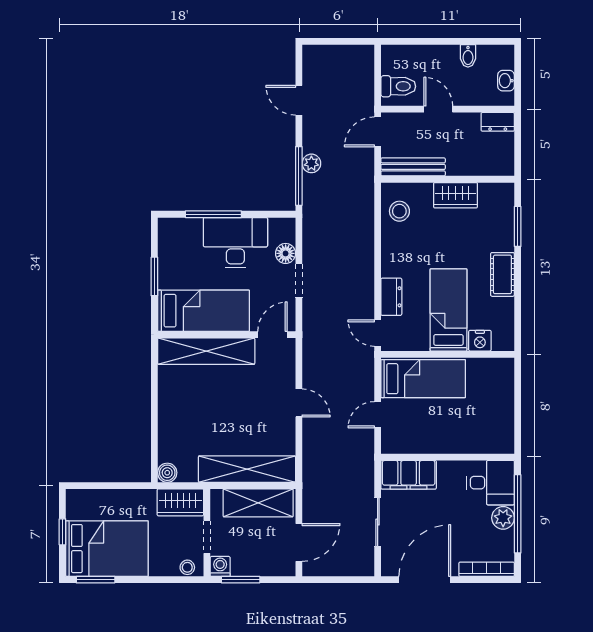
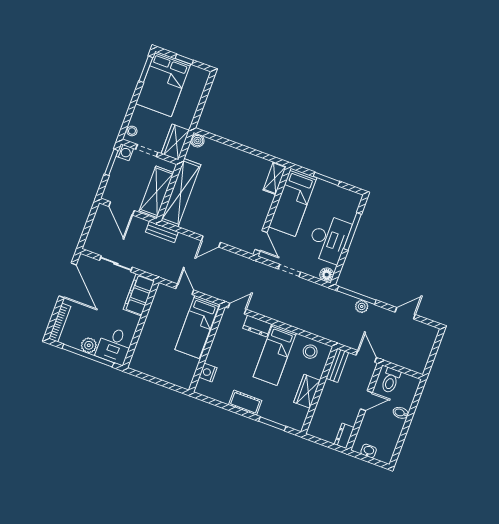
bidet: (468, 56) -> (401, 413), moved
bench: (413, 167) -> (337, 365), width x0.73
floor lamp: (286, 253) -> (327, 275), moved
bed: (448, 310) -> (275, 355), moved, turned 90
shelving: (206, 351) -> (275, 178), width x0.45, depth x0.75
bench: (311, 475) -> (162, 232), added

